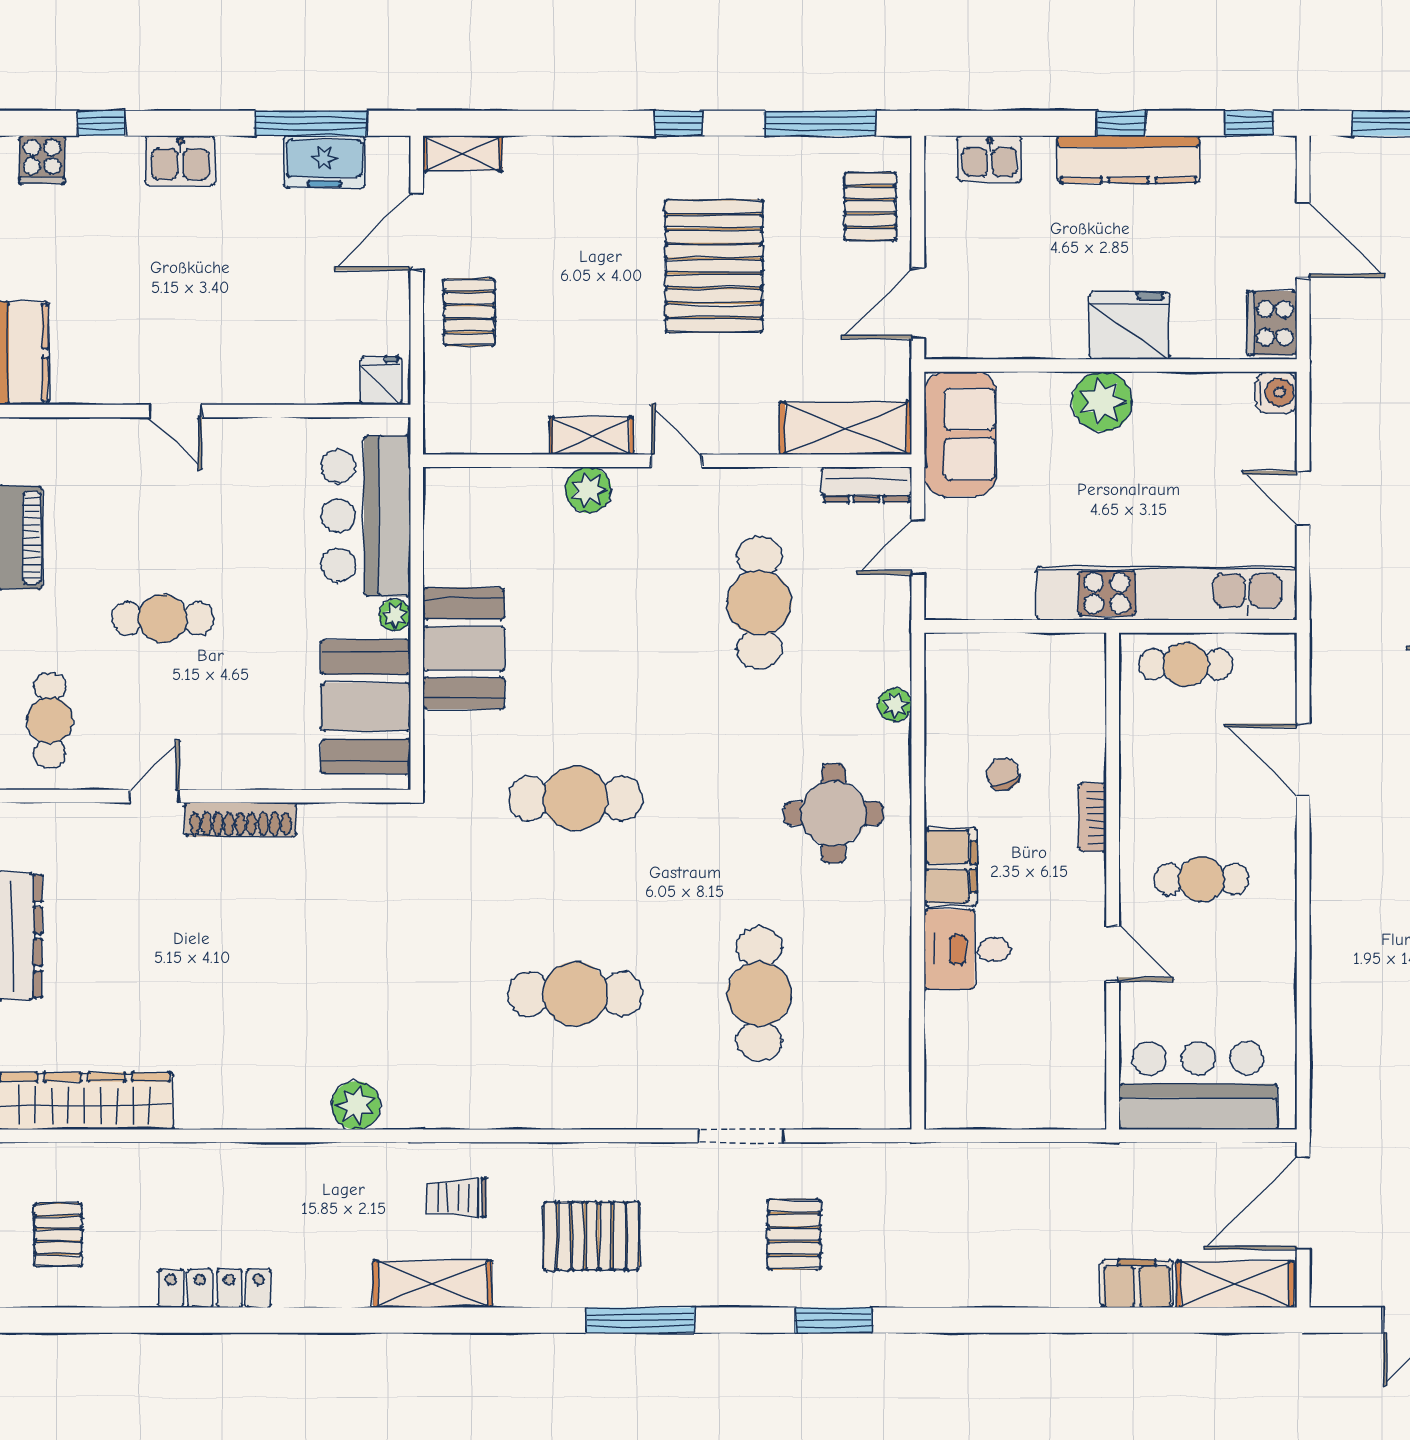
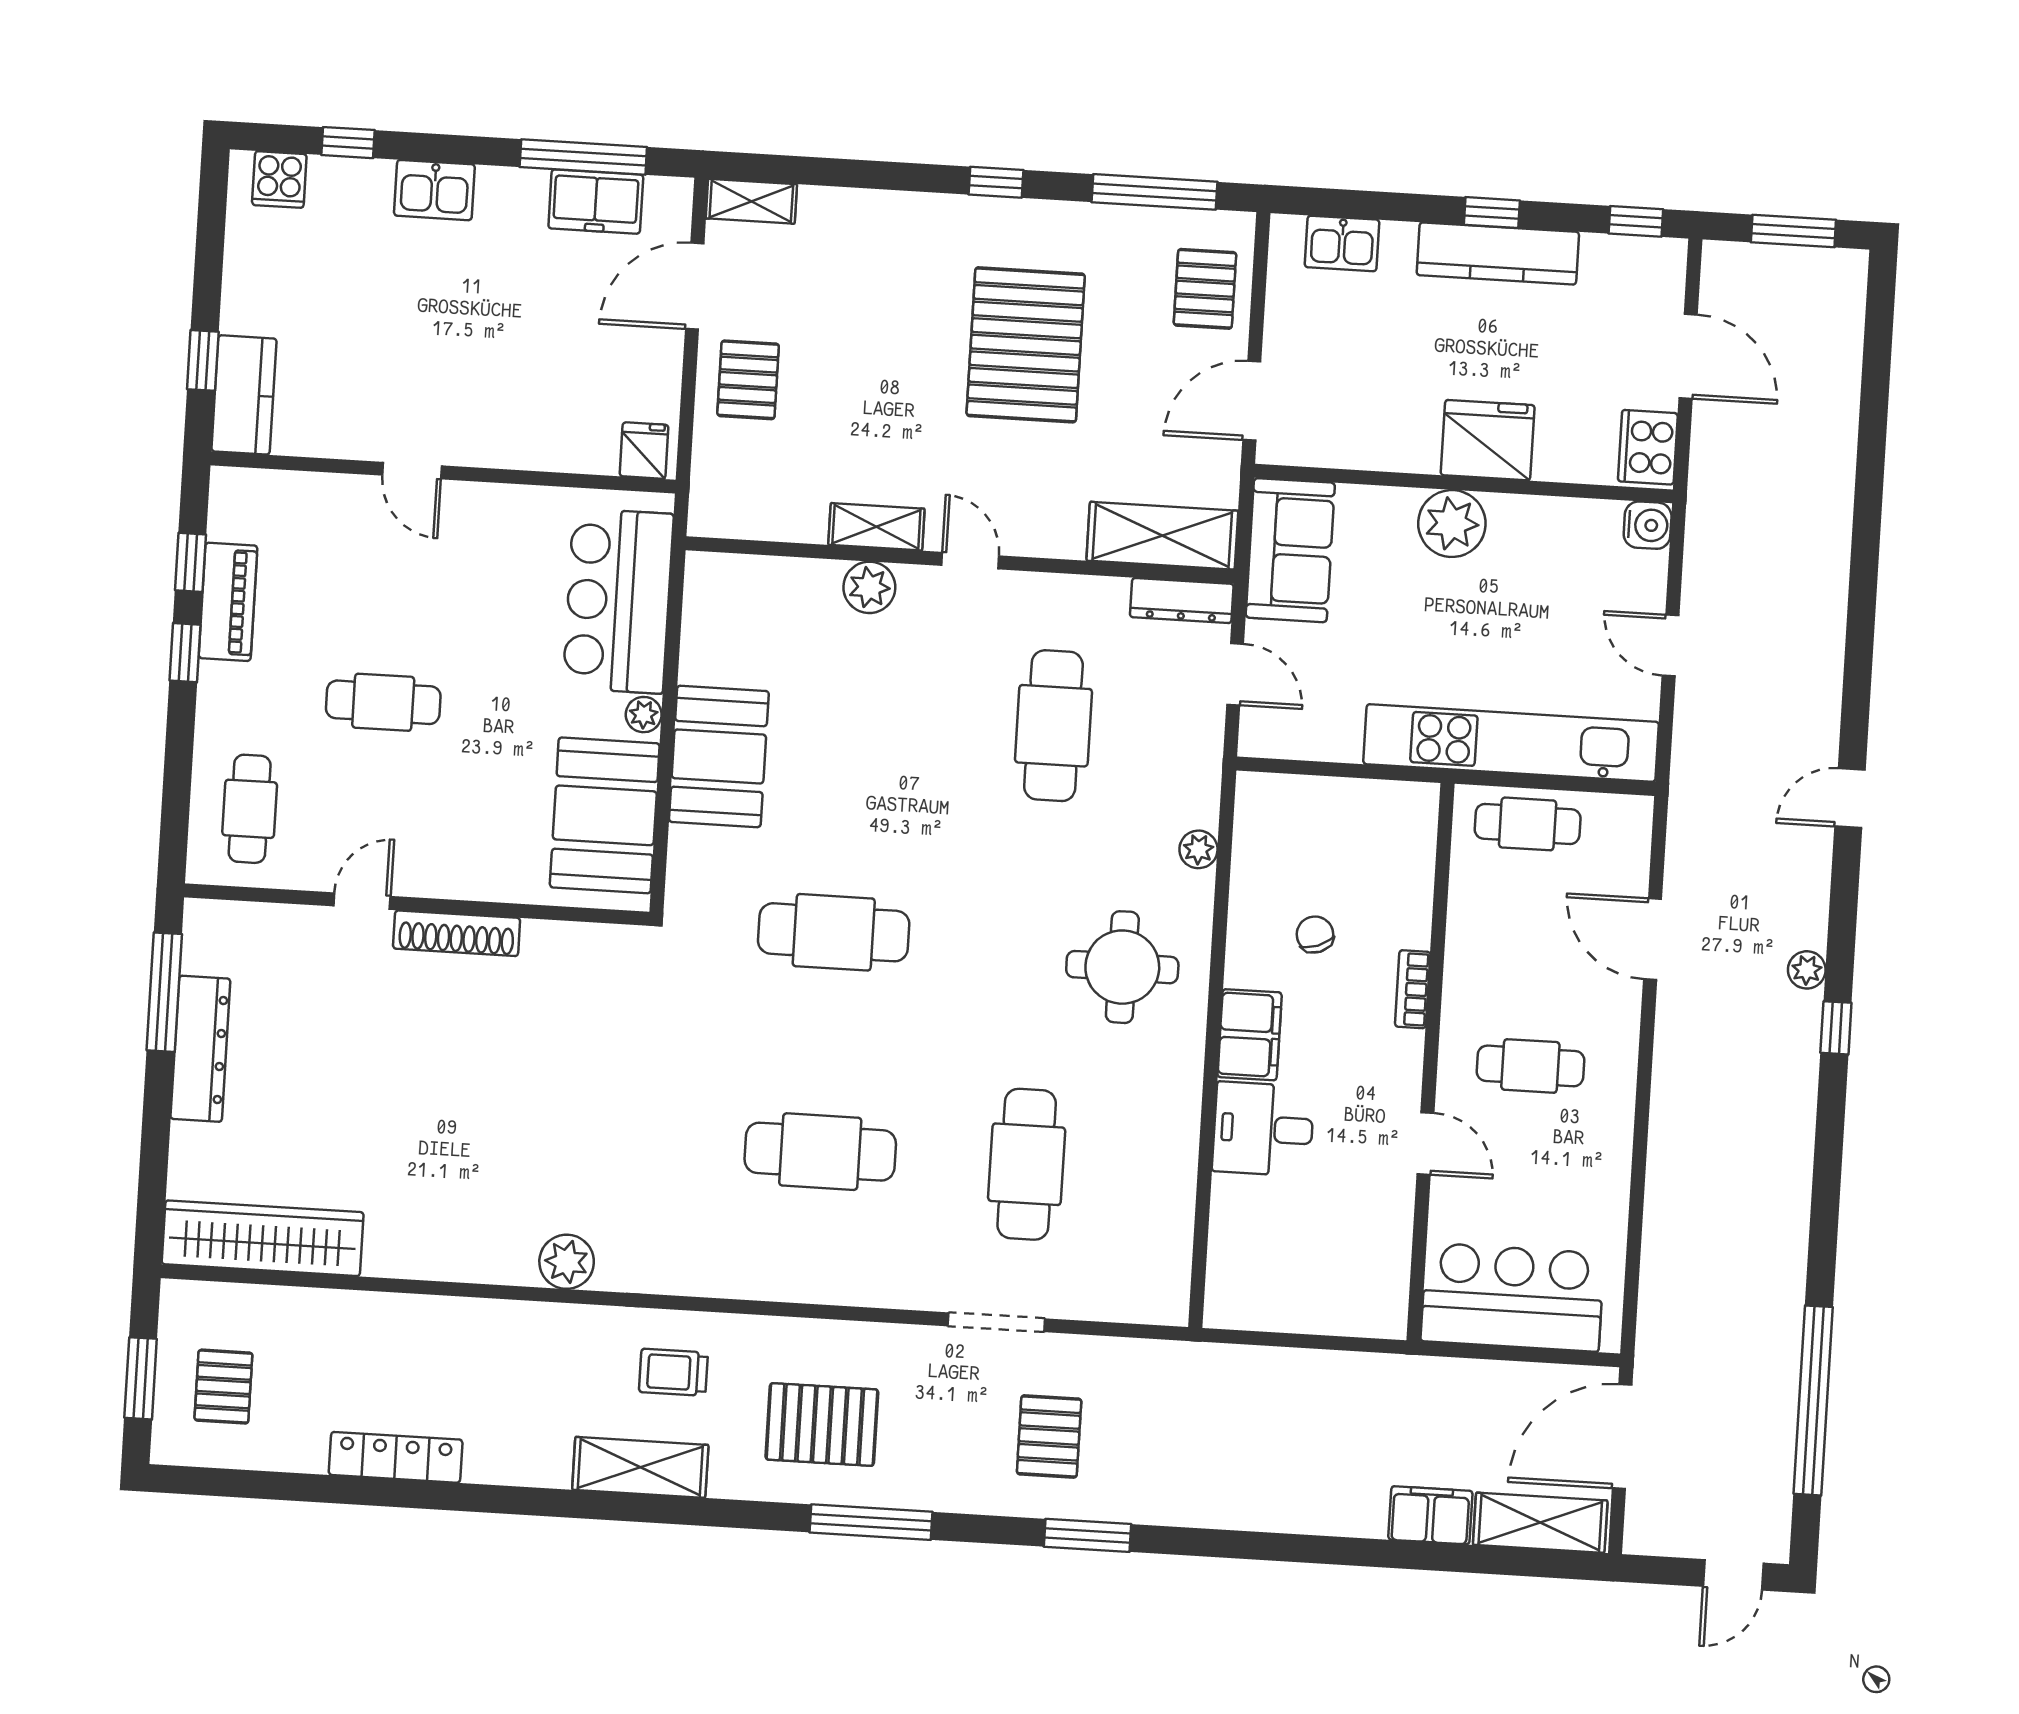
door: (918, 547) -> (1235, 674), swing flipped

